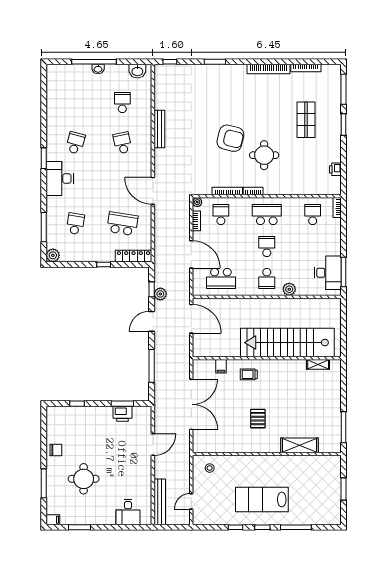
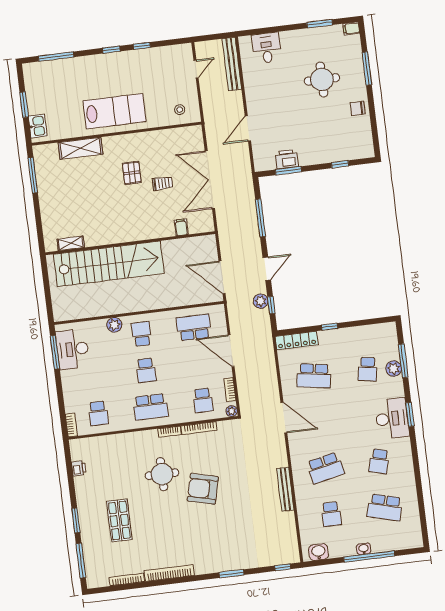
school desk: (75, 103) -> (385, 507), added
school desk: (122, 143) -> (325, 468), width x1.85
window: (44, 158) -> (410, 414), moved
plant: (53, 255) -> (394, 369), moved
trolley: (249, 374) -> (163, 183), moved
kitchen sink: (334, 469) -> (38, 126), added
lab bench: (262, 499) -> (114, 111), moved
window: (296, 527) -> (56, 57), moved

